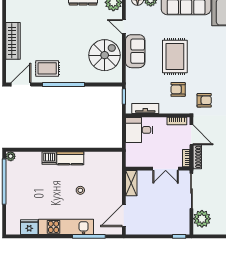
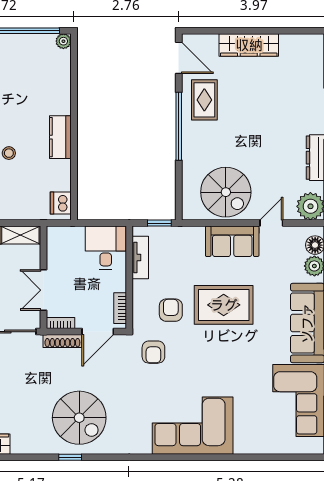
dishwasher: (49, 158) -> (61, 203), moved

